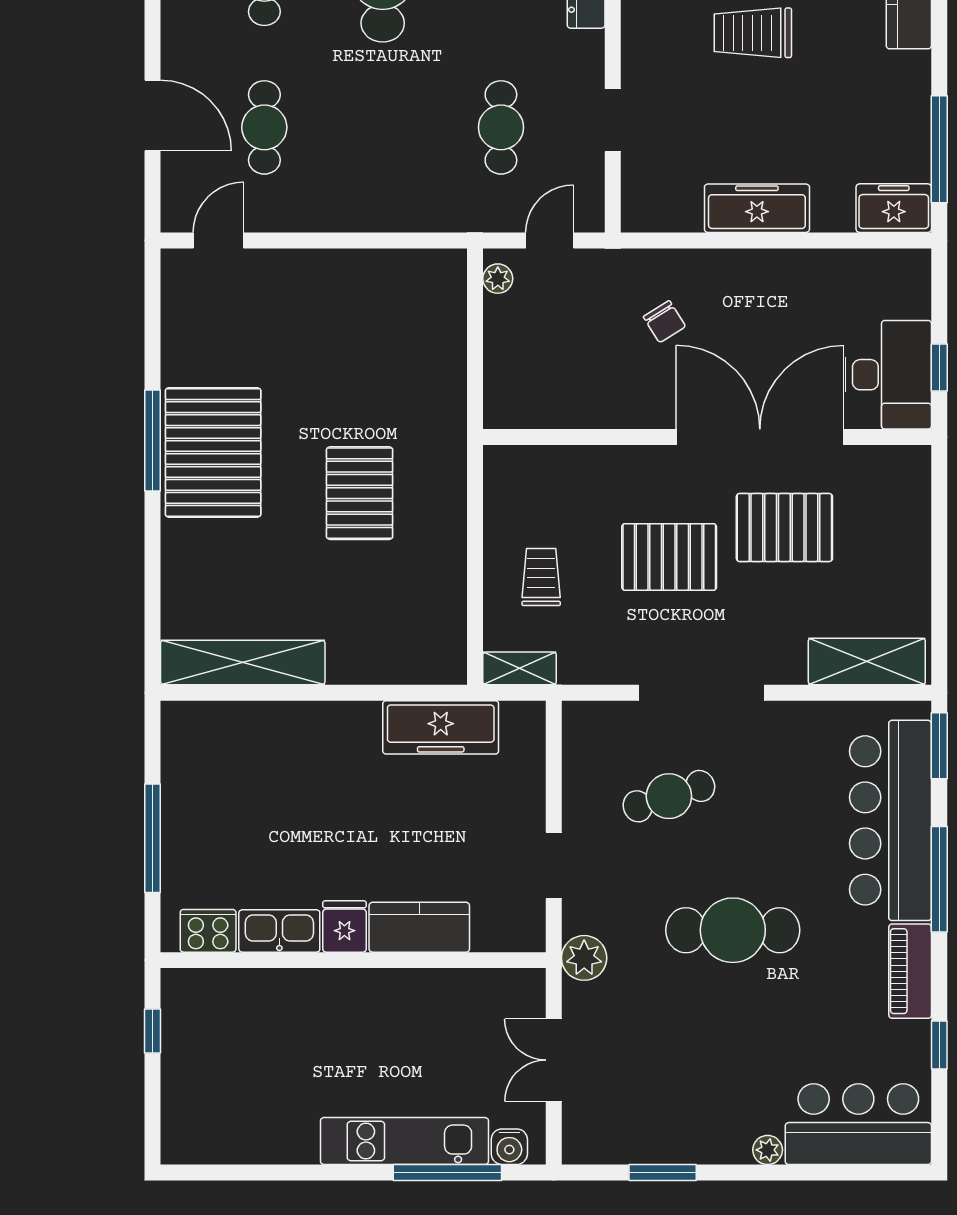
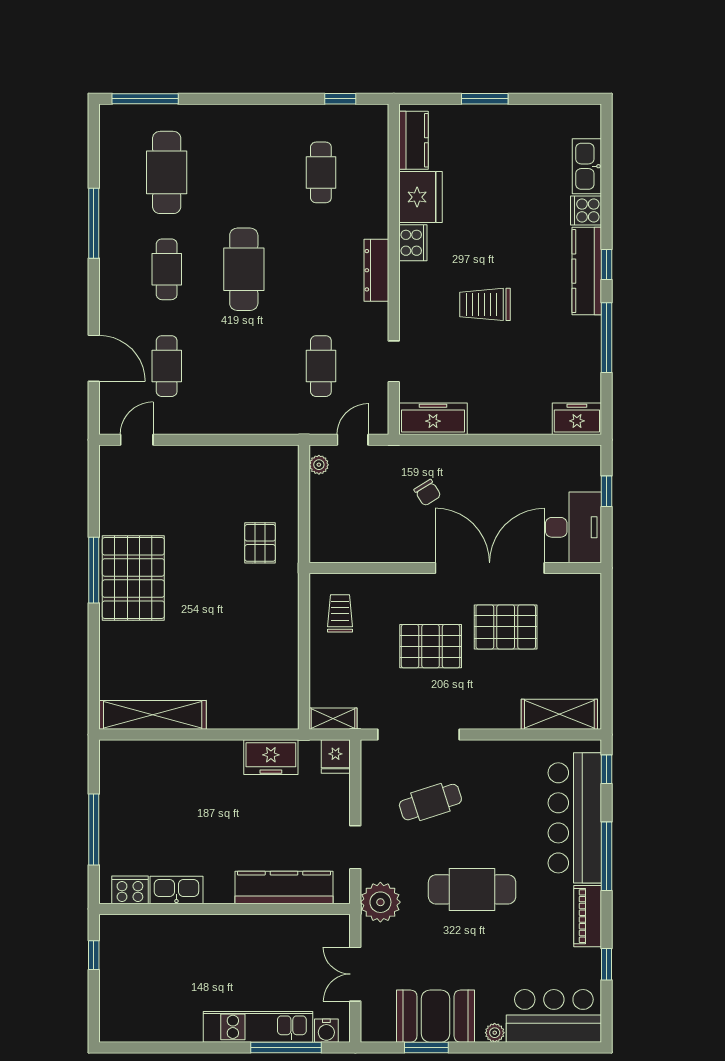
window: (939, 149) -> (607, 338), moved
freezer: (757, 208) -> (433, 419), moved
window: (939, 367) -> (607, 491), moved
pallet: (360, 493) -> (260, 543), moved, width x0.67, depth x0.71
trolley: (541, 577) -> (340, 613), moved
doorway: (701, 693) -> (419, 735), moved
freezer: (441, 727) -> (271, 757), width x0.71
window: (939, 746) -> (607, 769), width x0.67
fridge: (344, 926) -> (335, 757), moved, turned 180
kitchen counter: (419, 927) -> (284, 887), width x1.50
plant: (584, 958) -> (380, 902), width x1.36, depth x1.36
booth: (677, 1125) -> (436, 1016), added

